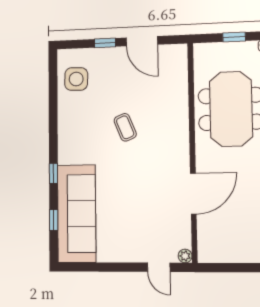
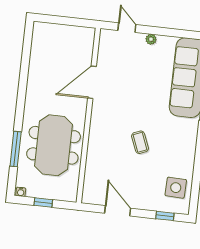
window: (105, 43) -> (165, 216), moved
plant: (185, 256) -> (151, 39), moved

